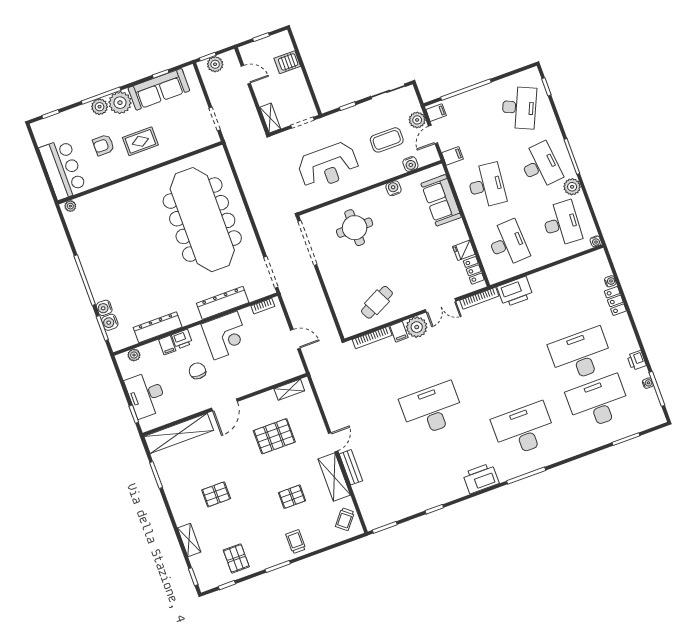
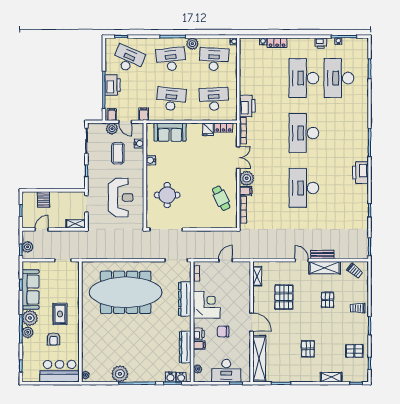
printer: (477, 99) -> (113, 85), added
plant: (89, 252) -> (120, 374), added
water cooler: (104, 308) -> (181, 377), moved
desk: (524, 430) -> (304, 133), moved

